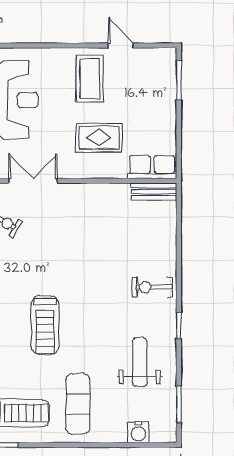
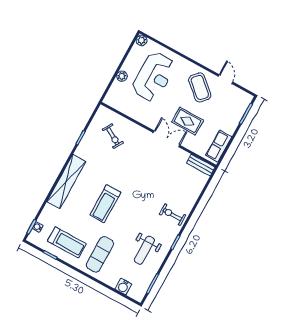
coffee table: (90, 78) -> (200, 87), turned -48
row of seats: (152, 167) -> (219, 146), moved, turned -90
double door: (33, 181) -> (167, 139), moved
weight bench: (140, 362) -> (144, 250), turned 180

